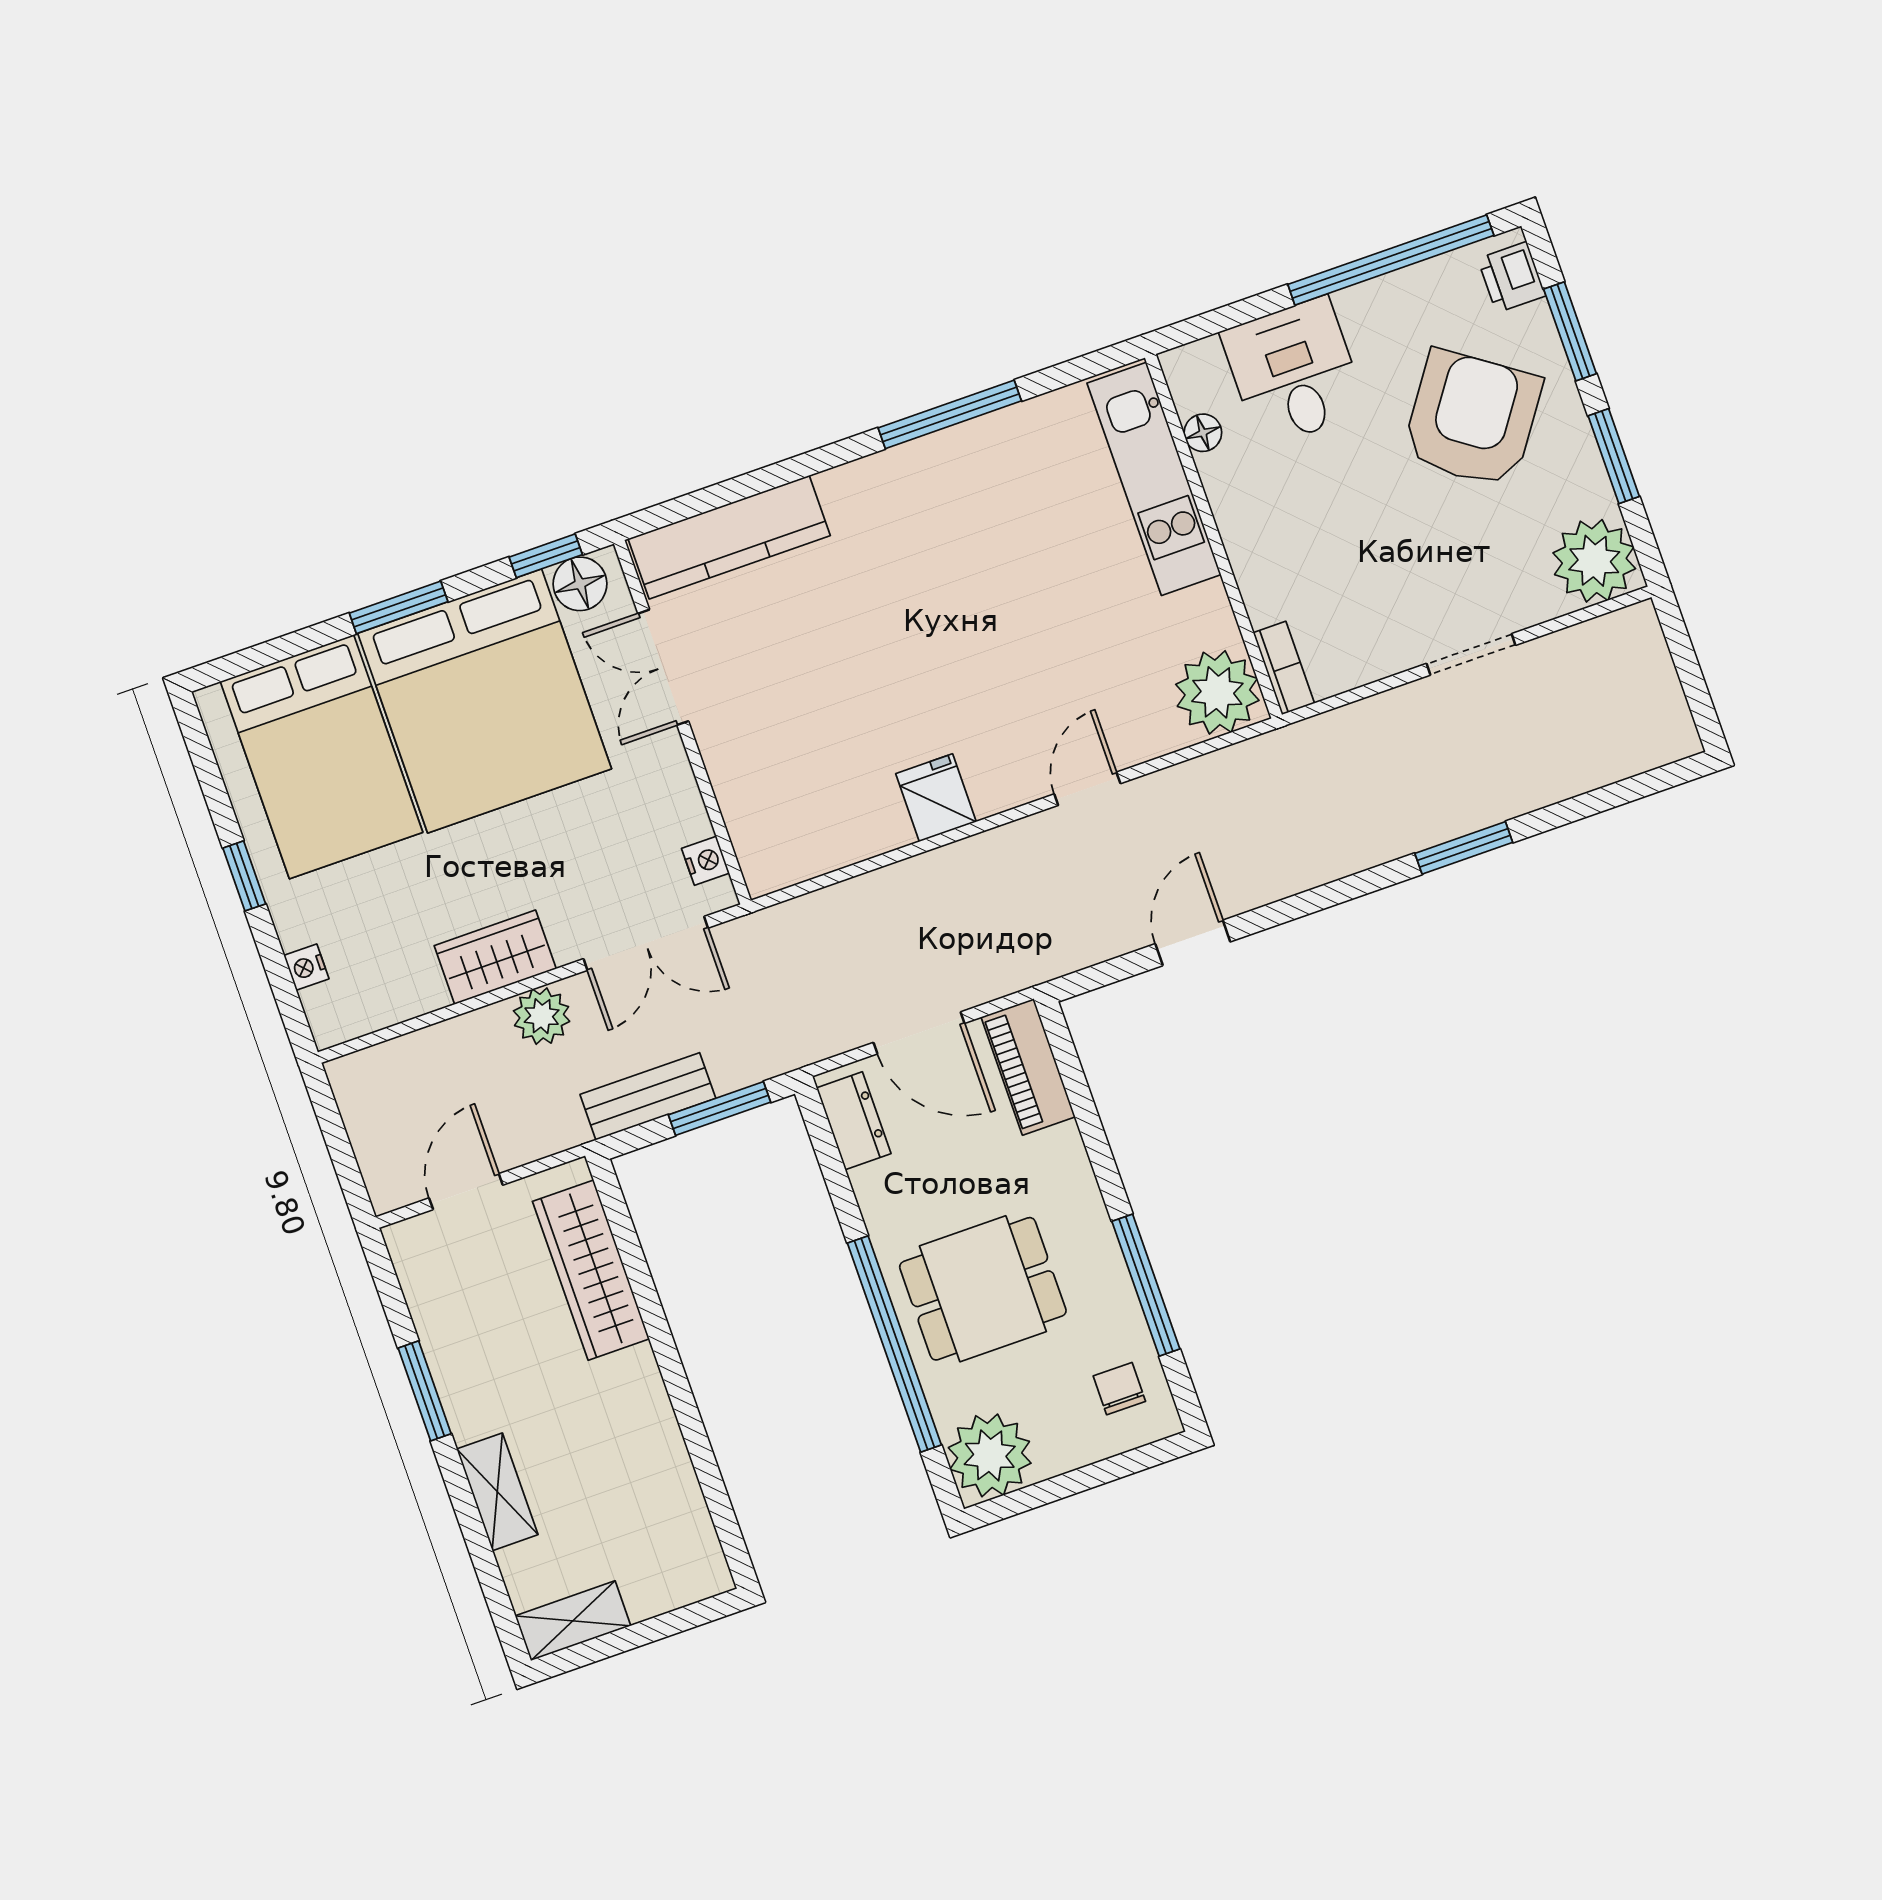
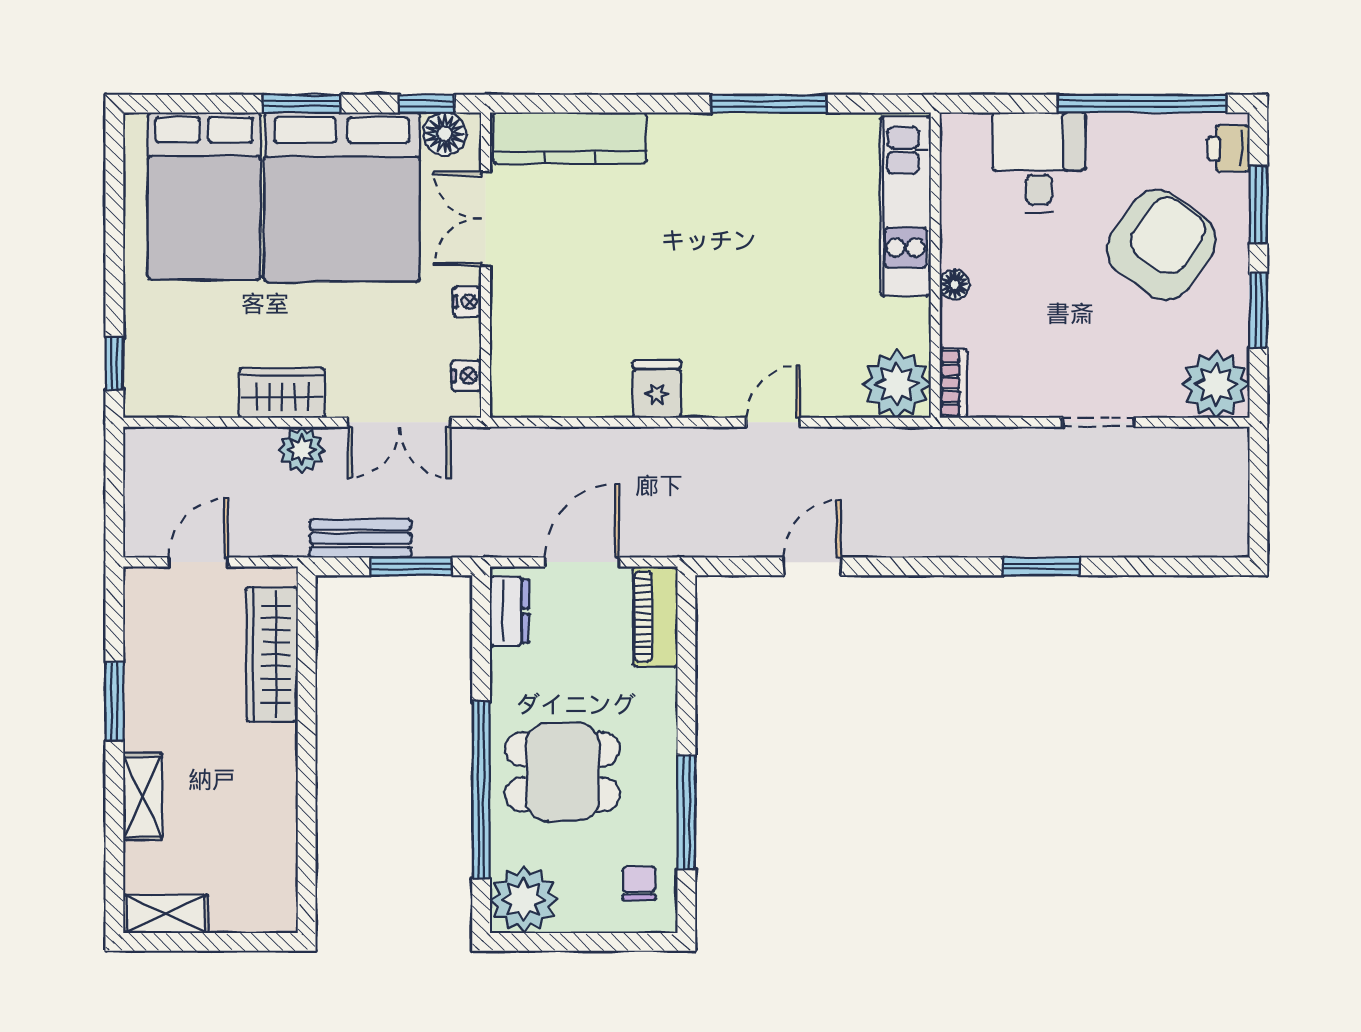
floor lamp: (1203, 433) -> (955, 285), moved
window: (244, 876) -> (114, 363), moved
nightstand: (306, 967) -> (467, 302), moved, turned 180
door: (919, 1033) -> (582, 562), swing flipped

